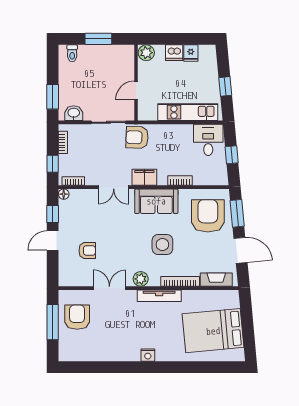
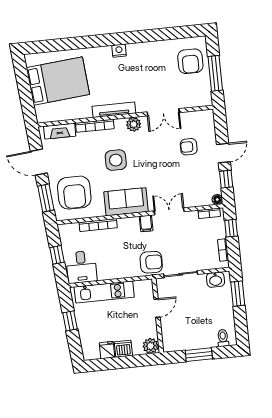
filing cabinet: (144, 177) -> (146, 223), width x0.50
bookcase: (180, 181) -> (98, 225), width x1.56
armchair: (77, 317) -> (190, 61), moved

